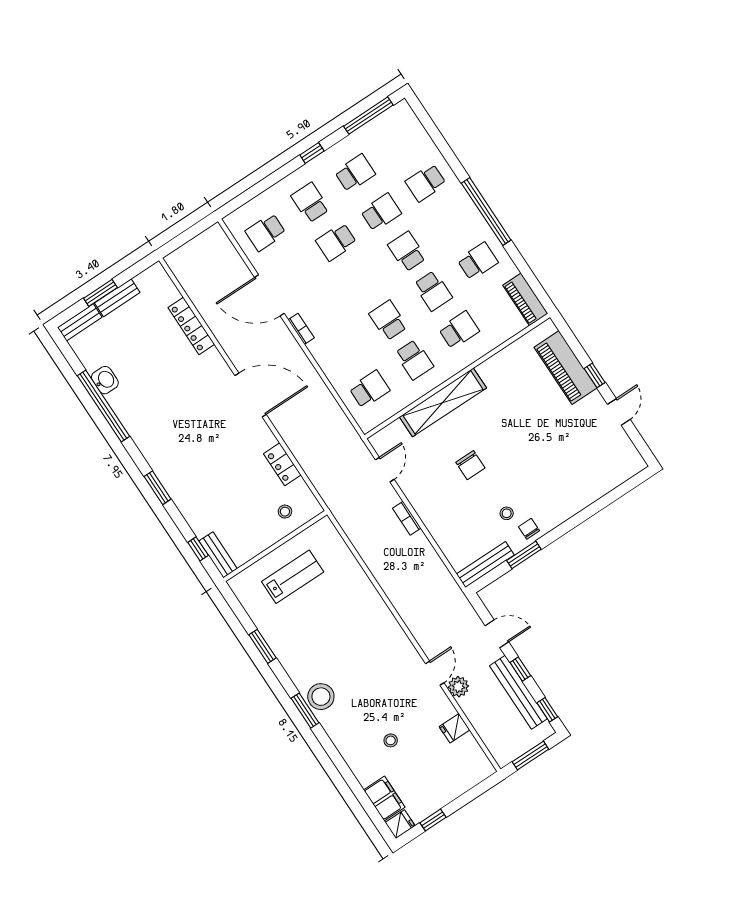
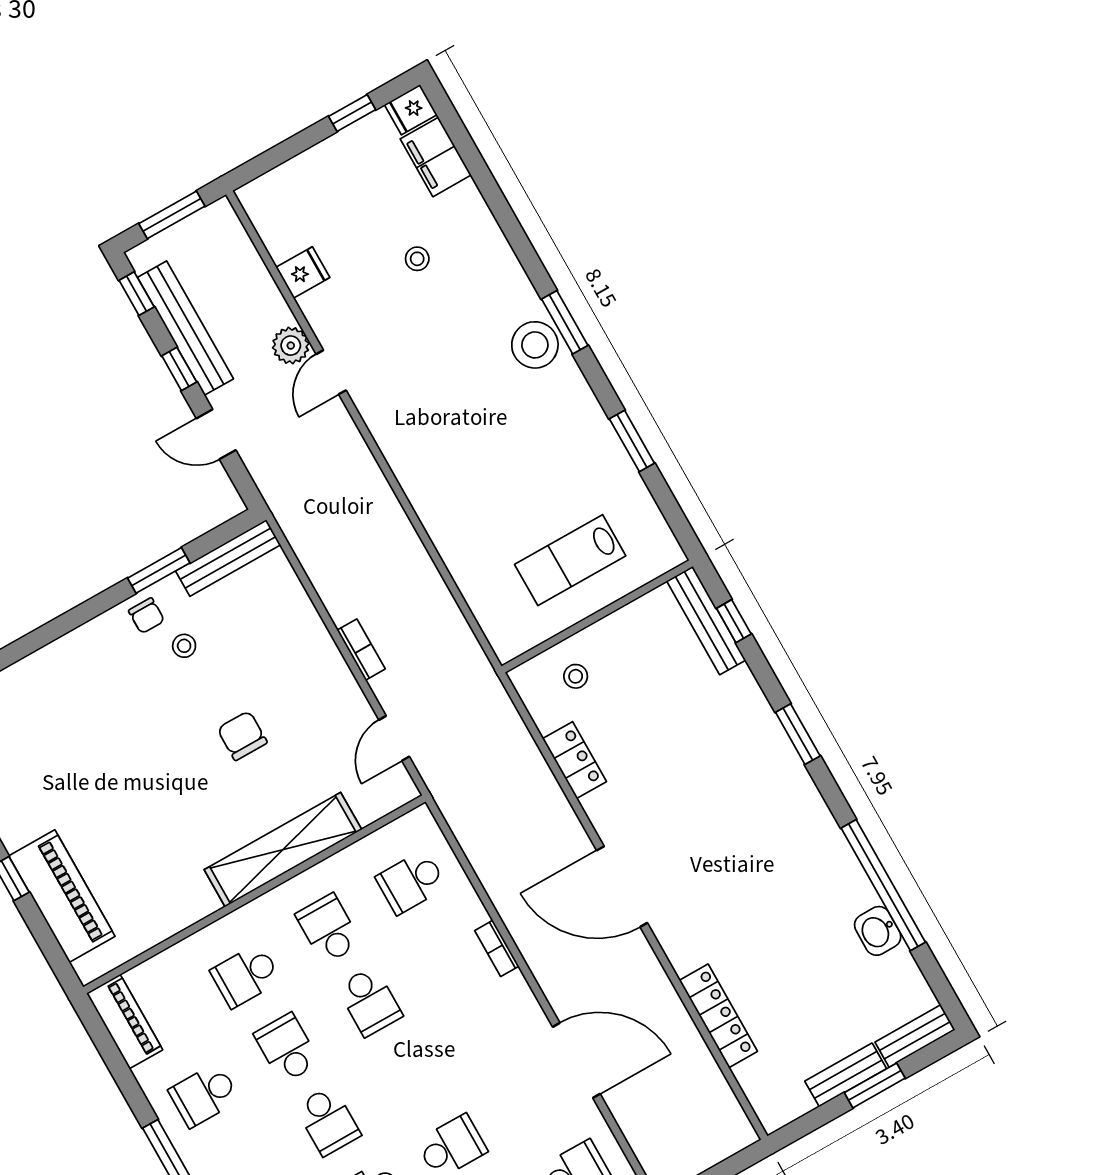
bookcase: (301, 329) -> (497, 948), moved
bench: (218, 555) -> (706, 621), width x1.36

